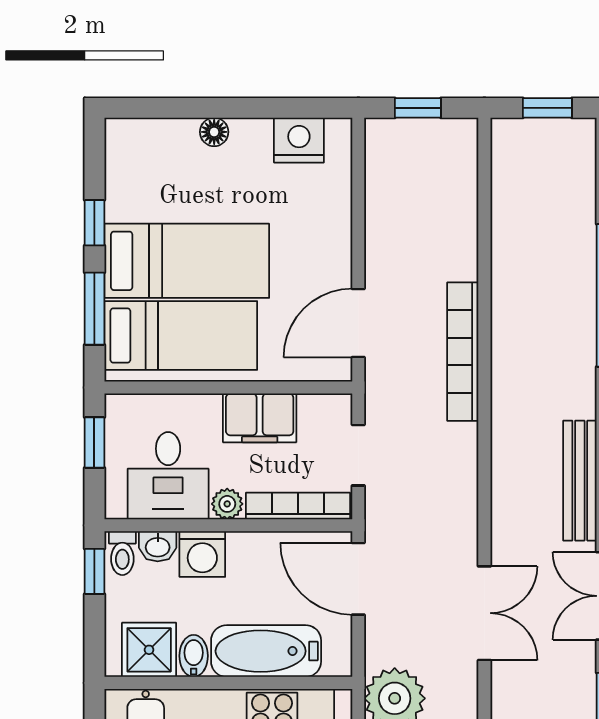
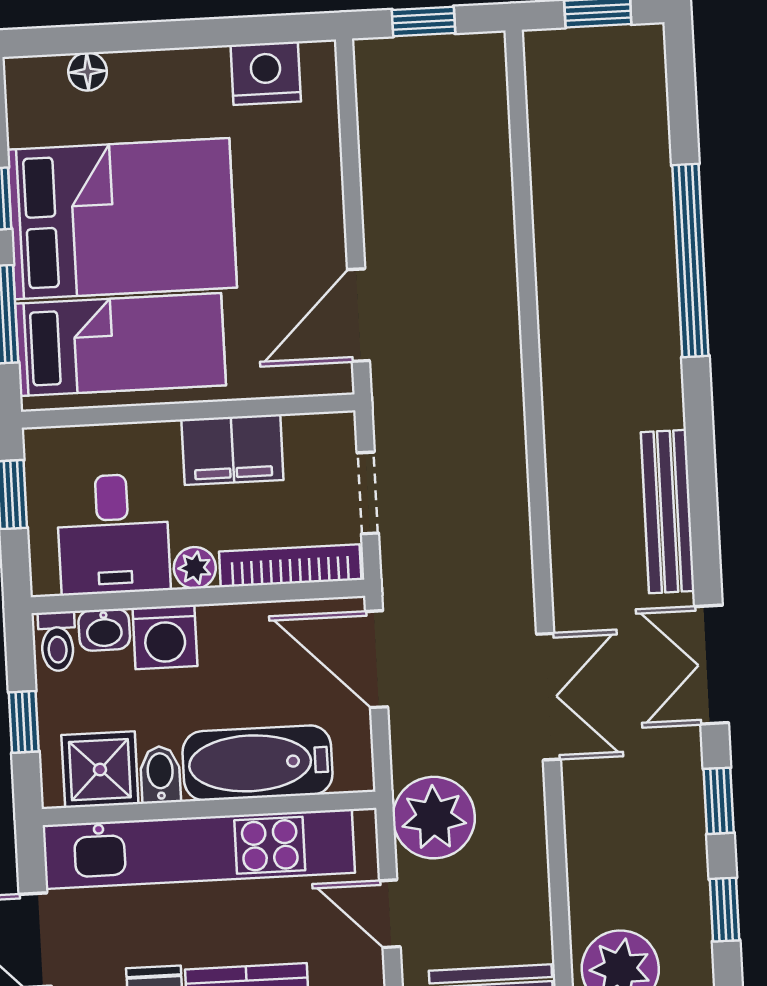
floor lamp: (214, 132) -> (88, 72), moved
bed: (187, 261) -> (122, 219), width x1.50
bookcase: (463, 352) -> (501, 346), removed
window: (94, 571) -> (24, 722), moved

